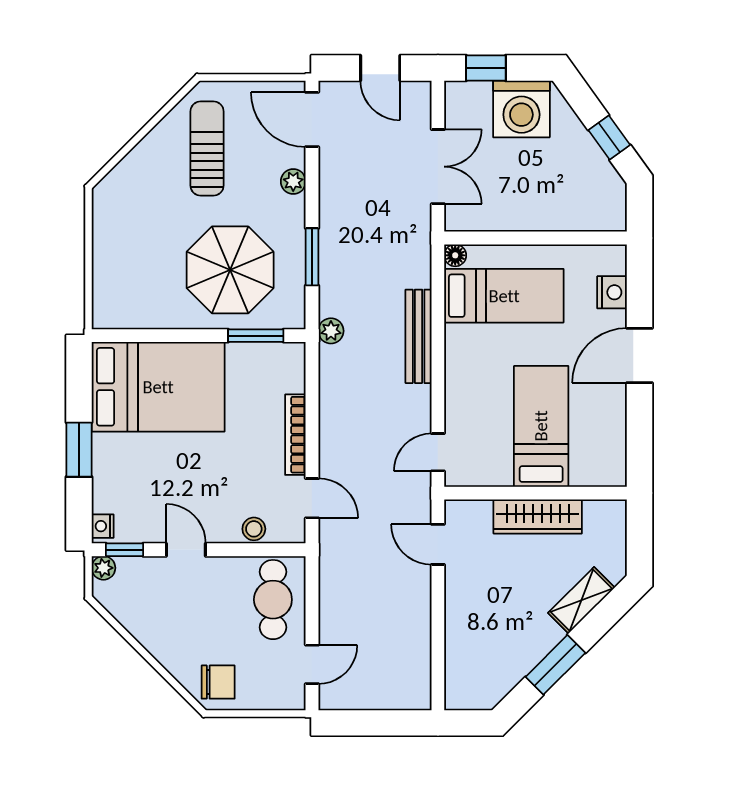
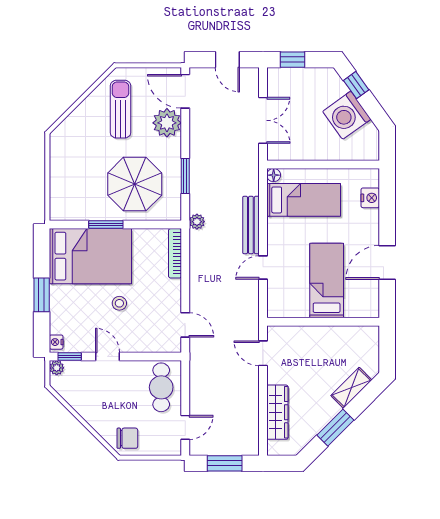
washing machine: (521, 109) -> (347, 115), moved, turned 54
window: (609, 137) -> (356, 85), moved
plant: (293, 181) -> (167, 123), width x1.87, depth x1.87
window: (256, 336) -> (106, 225), moved
door: (639, 355) -> (387, 262), moved
bookcase: (295, 435) -> (175, 253), moved
door: (438, 452) -> (263, 268), moved
wardrobe: (538, 516) -> (277, 412), moved, turned -90
stool: (254, 529) -> (119, 303), moved
window: (376, 723) -> (225, 463), added

